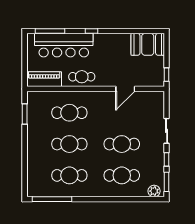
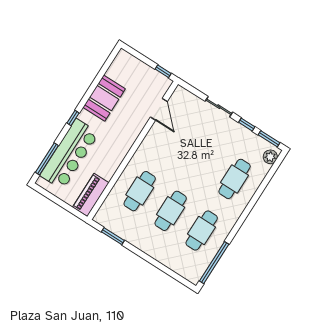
booth: (148, 44) -> (104, 98), moved
cafe table: (82, 77) -> (112, 156), removed
door: (125, 89) -> (159, 109), moved
cafe table: (122, 144) -> (204, 159), removed

